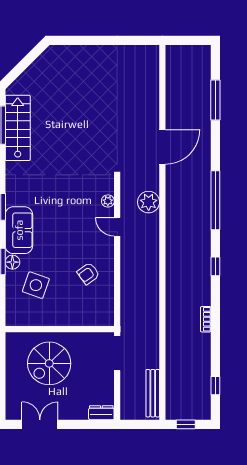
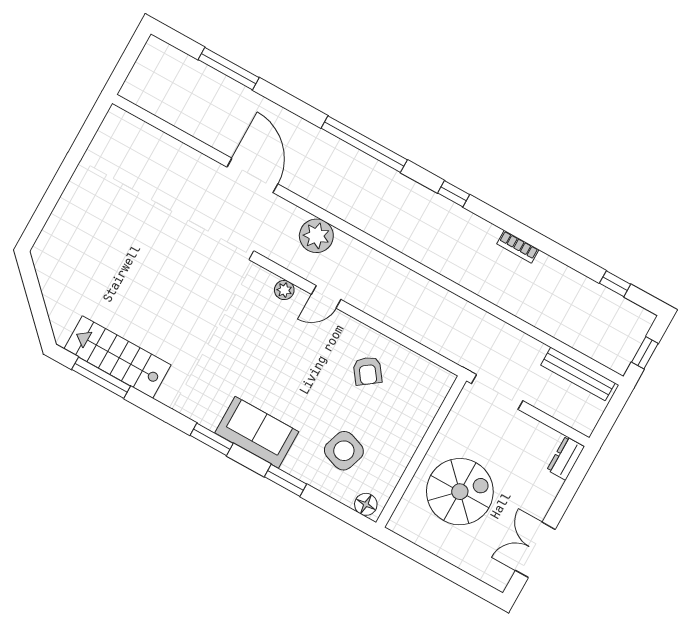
floor lamp: (12, 262) -> (366, 504), moved
spiral stairs: (49, 363) -> (460, 492), turned -90

